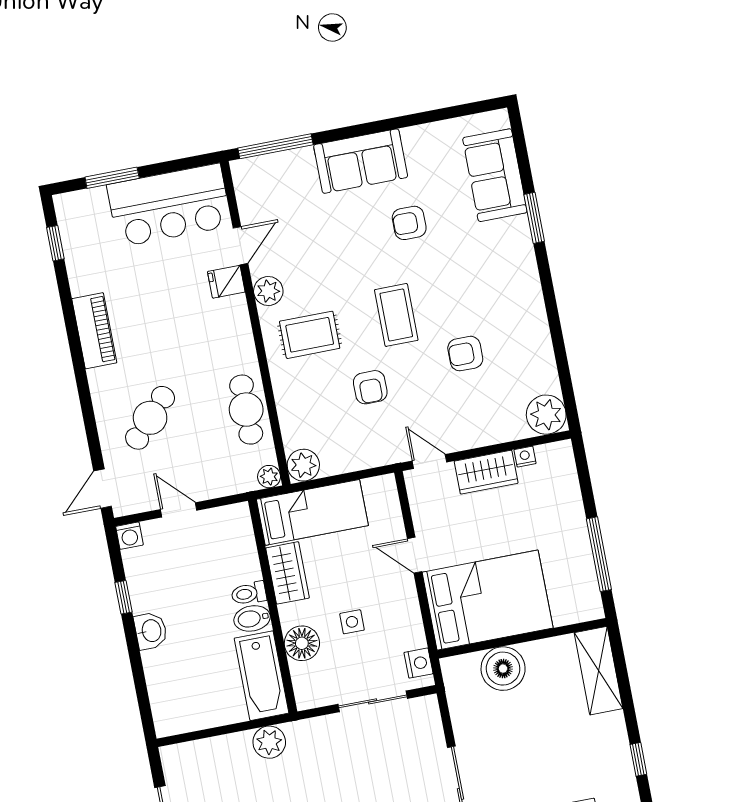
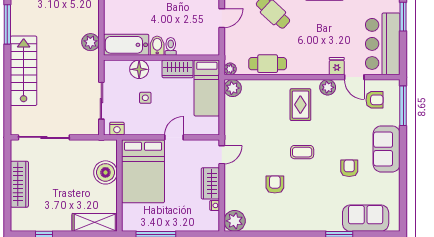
coffee table: (396, 315) -> (302, 152), width x0.73, depth x0.77
armchair: (370, 387) -> (374, 100), moved, turned 180

